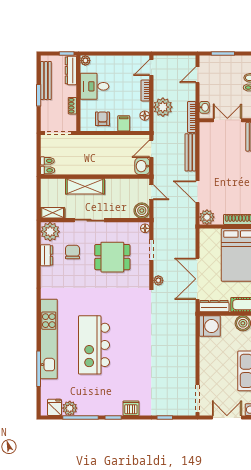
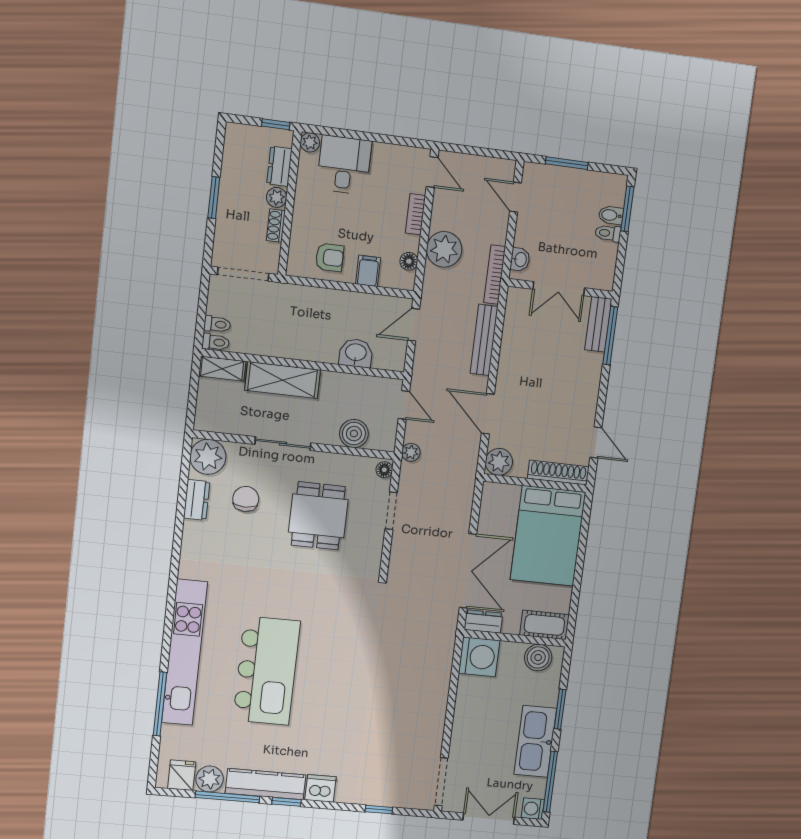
door: (151, 67) -> (432, 172), swing flipped
dresser: (71, 70) -> (279, 166), width x0.70
door: (198, 75) -> (515, 197), hinge flipped
bench: (46, 80) -> (231, 171), removed
desk: (95, 86) -> (344, 165), moved, turned 90
plant: (71, 91) -> (277, 197), added
armchair: (102, 119) -> (330, 257), turned 90
double door: (227, 120) -> (559, 289), swing flipped
washbasin: (142, 166) -> (356, 353), moved, turned 90
boiler: (142, 211) -> (354, 434), moved
shelving: (53, 213) -> (222, 369), moved
dining table: (112, 257) -> (318, 516), turned 90
double door: (198, 279) -> (468, 571), swing flipped
plant: (158, 280) -> (411, 452), moved
dresser: (214, 306) -> (483, 621), width x0.70
kitchen island: (94, 345) -> (267, 671), turned 180
kitchen counter: (101, 408) -> (266, 784), added

